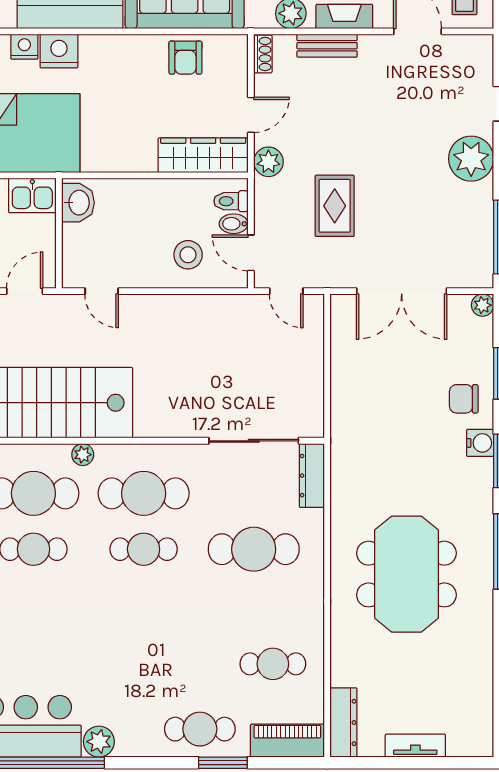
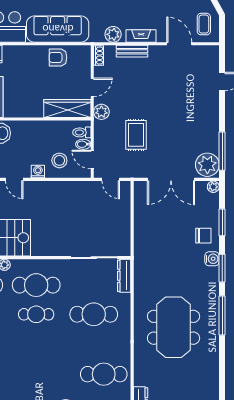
armchair: (185, 58) -> (58, 57), turned 90
plant: (471, 159) -> (207, 165), moved
washing machine: (147, 276) -> (38, 171), added
chair: (464, 399) -> (203, 236), turned 180
cafe table: (273, 664) -> (104, 374), width x1.37, depth x1.35

